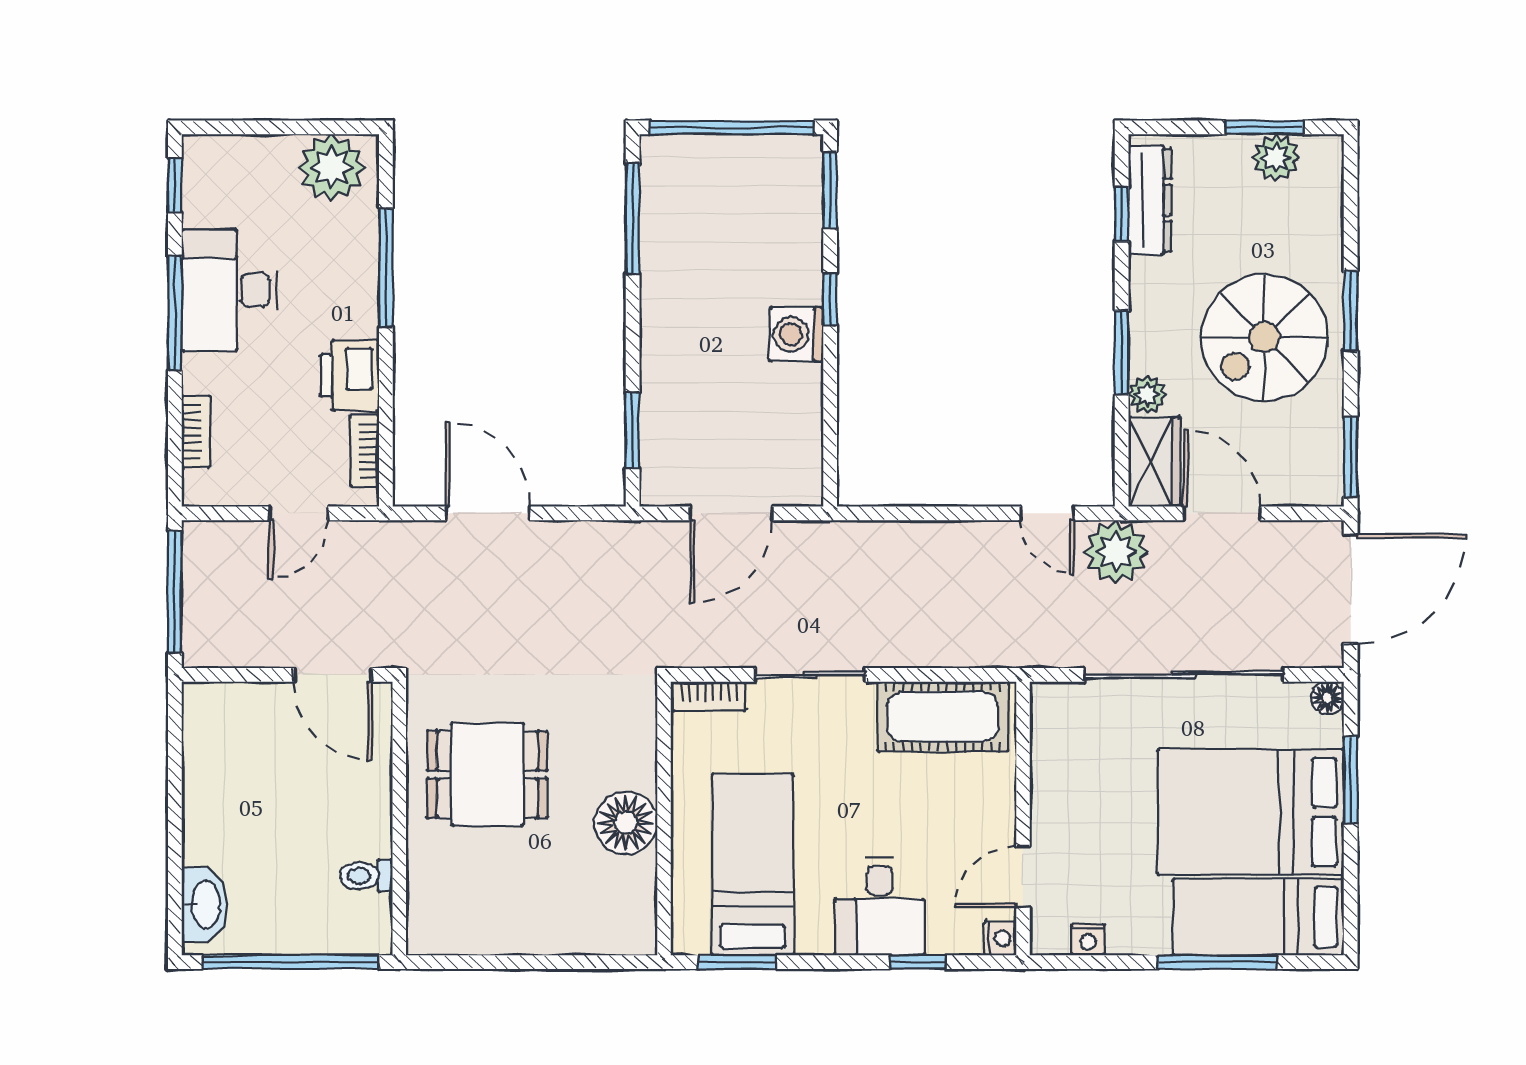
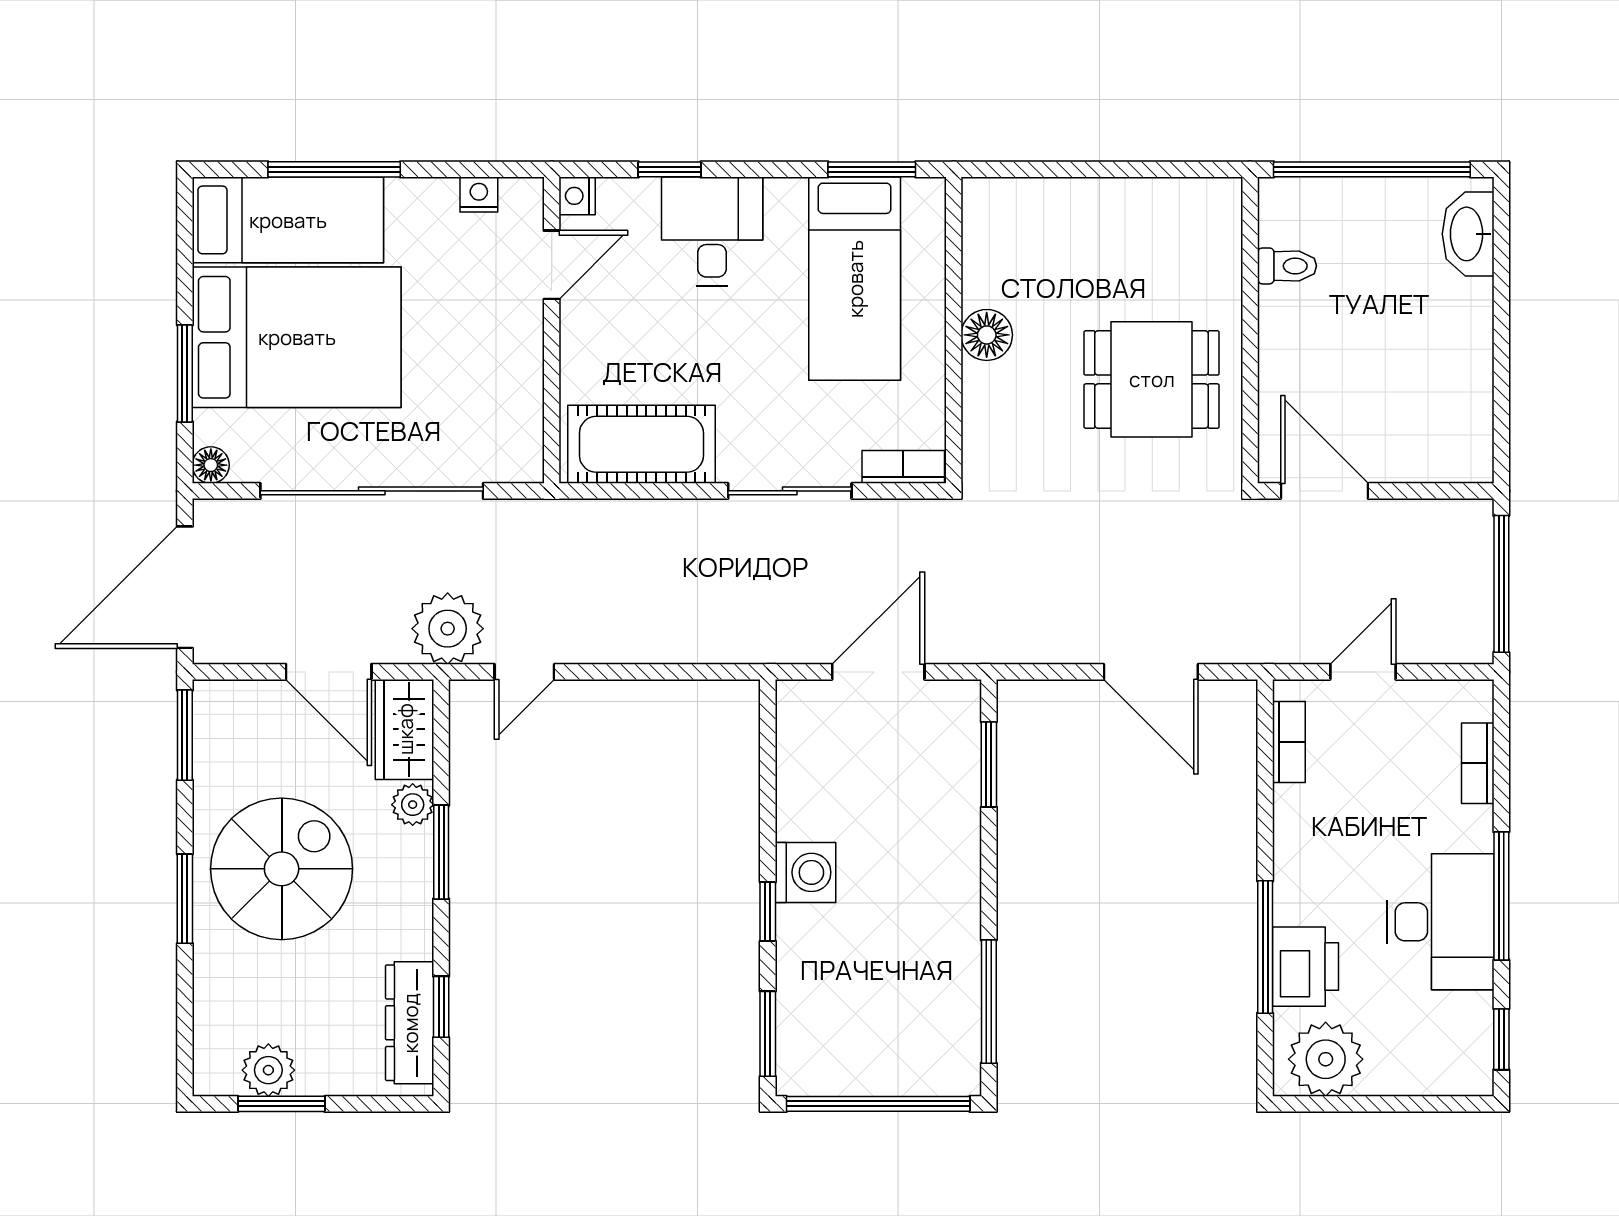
printer: (350, 375) -> (1306, 967), moved
door: (1047, 513) -> (524, 672), swing flipped
floor lamp: (626, 823) -> (987, 335), width x0.73, depth x0.73

